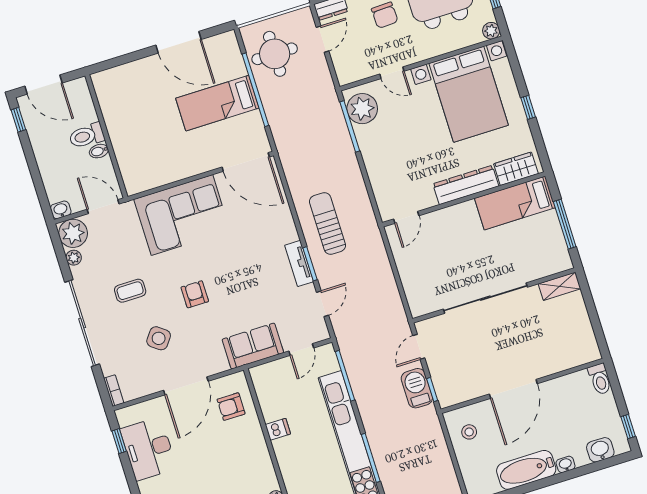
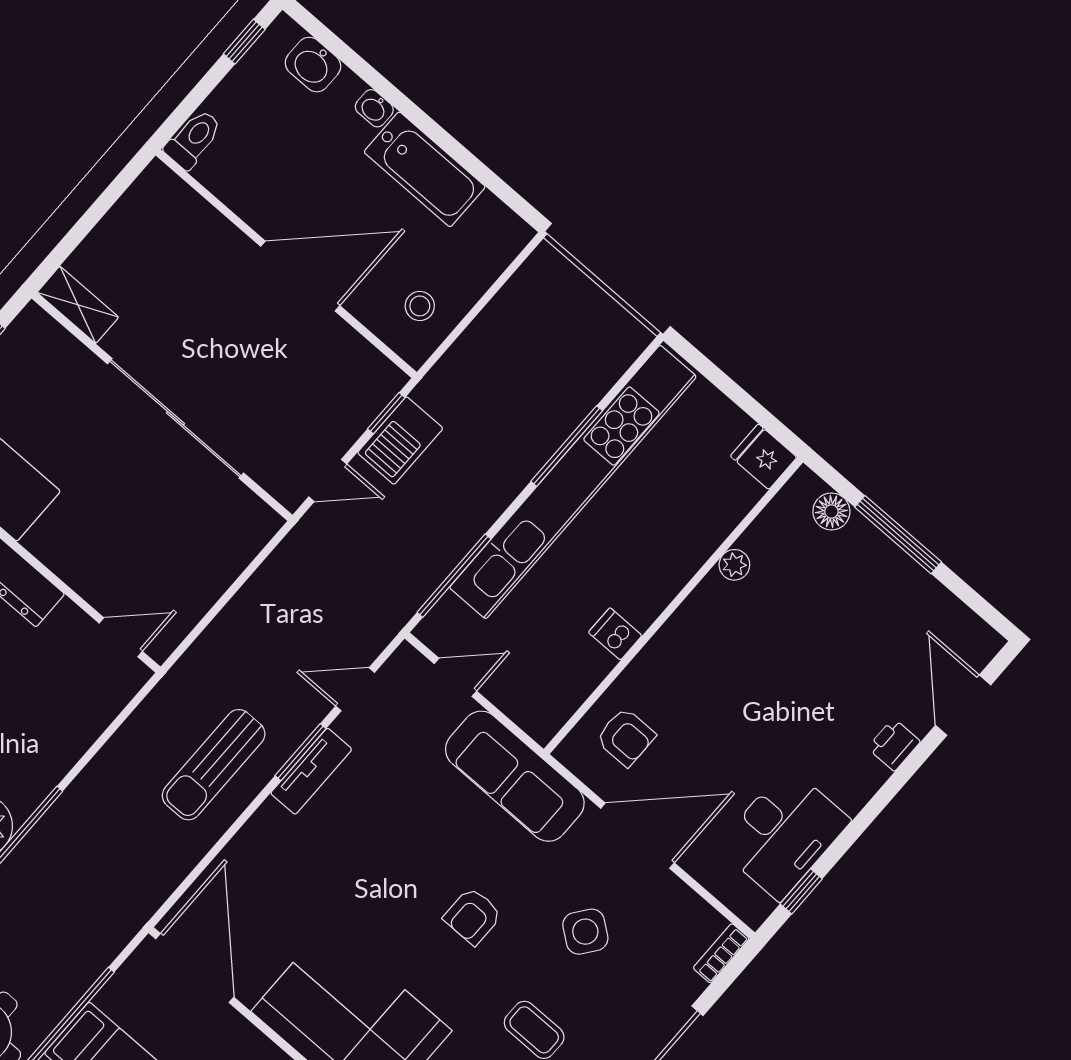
sofa: (253, 346) -> (515, 776), width x1.36

